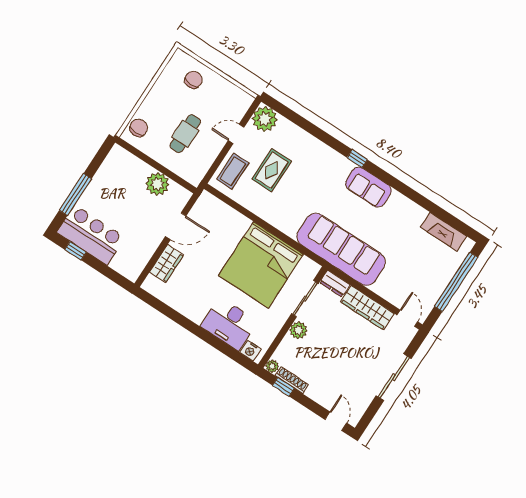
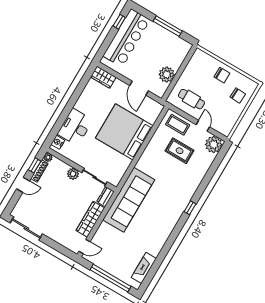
chair: (139, 128) -> (222, 75), moved
cafe table: (185, 134) -> (191, 99), moved
sofa: (368, 187) -> (171, 216), removed
window: (75, 195) -> (168, 26), moved
bar counter: (91, 235) -> (127, 38), width x1.36
wardrobe: (167, 264) -> (103, 77), moved
bed: (261, 265) -> (124, 132), moved
sliding door: (394, 377) -> (26, 228), moved
door: (336, 421) -> (23, 185), moved

